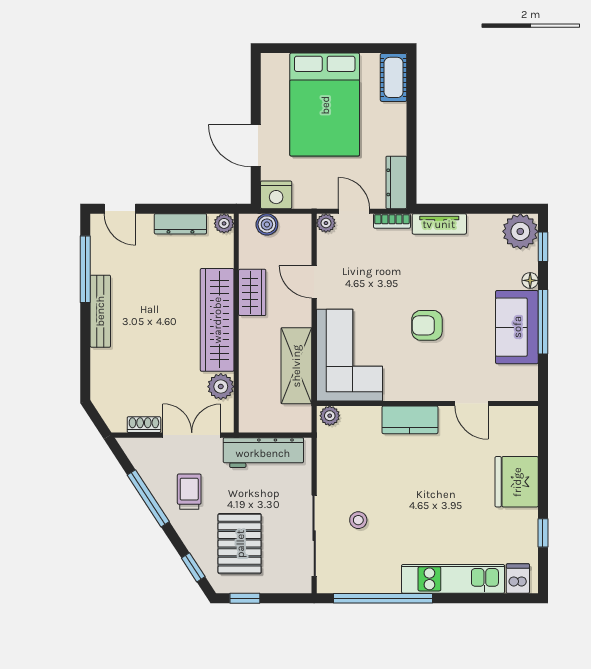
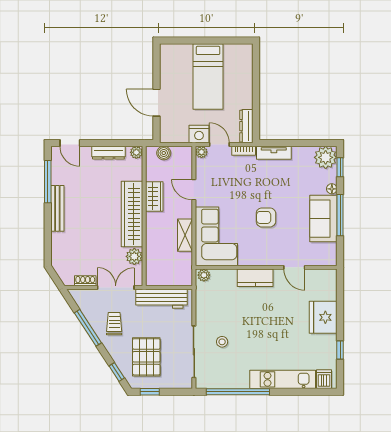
cot: (394, 77) -> (245, 59), removed
bed: (325, 105) -> (208, 76), width x0.67
nightstand: (276, 195) -> (199, 134), moved
shelving: (296, 366) -> (185, 235), width x0.67, depth x0.75

